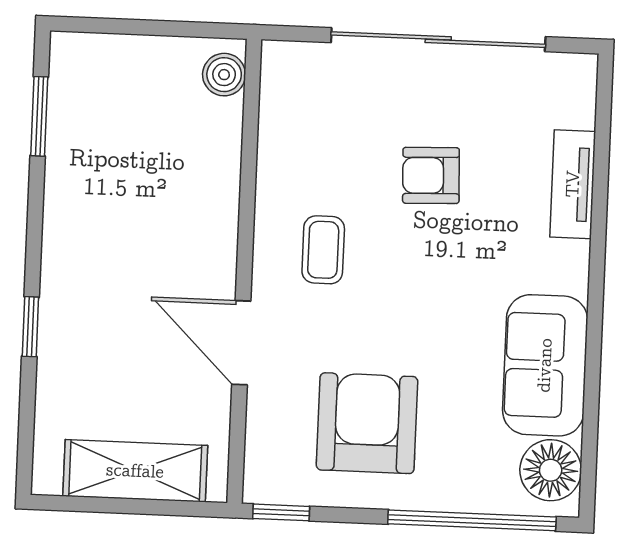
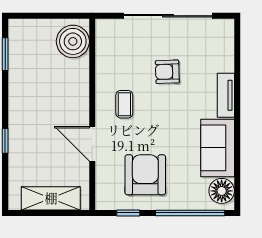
boiler: (224, 75) -> (73, 41), width x1.86, depth x1.86
tv unit: (573, 184) -> (226, 95), moved
window: (281, 512) -> (128, 213), moved

